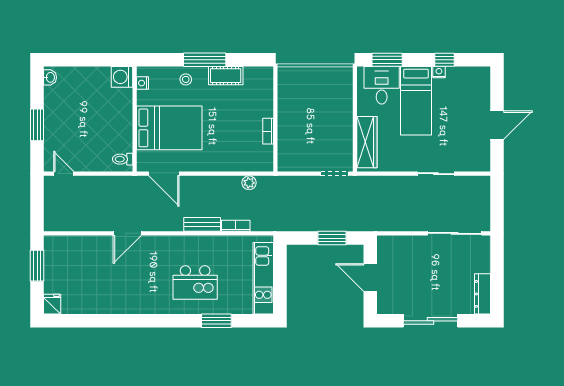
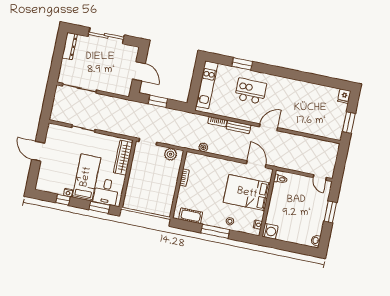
cot: (226, 76) -> (191, 216), moved
door: (497, 125) -> (38, 151), hinge flipped
plant: (296, 162) -> (171, 154), added
door: (127, 233) -> (268, 127), moved

